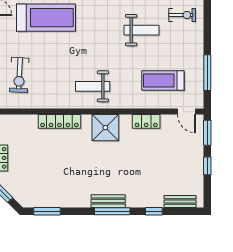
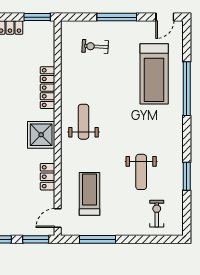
exercise bike: (182, 15) -> (157, 214), turned 180
exercise bike: (19, 75) -> (95, 46), width x0.73, depth x0.72

